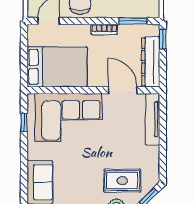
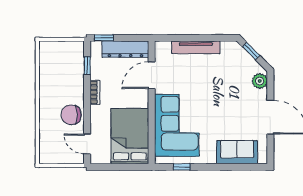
window: (133, 21) -> (87, 66), width x0.67
tv unit: (153, 119) -> (196, 47), moved
rug: (122, 181) -> (235, 76), removed

